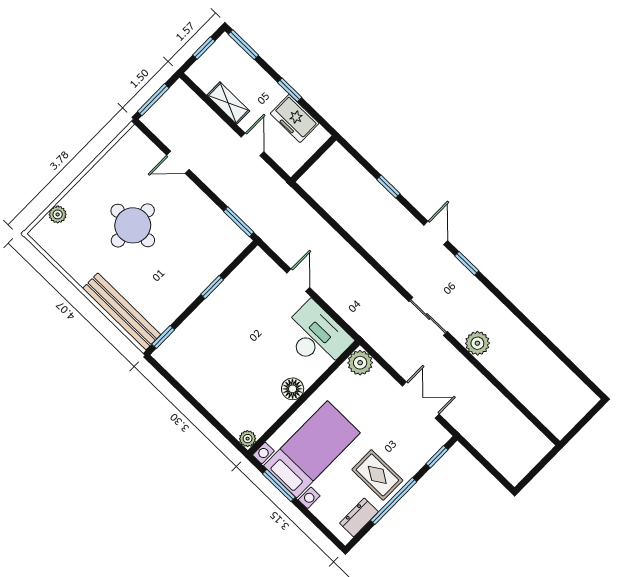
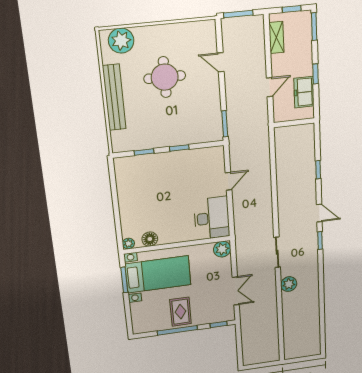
shelving: (228, 103) -> (277, 37), moved
plant: (58, 214) -> (121, 41), width x1.88, depth x1.88
door: (436, 233) -> (319, 213), hinge flipped
bench: (122, 312) -> (114, 97), moved
window: (163, 337) -> (144, 152), moved
floor lamp: (293, 389) -> (150, 239), moved
dresser: (359, 517) -> (152, 326), removed

